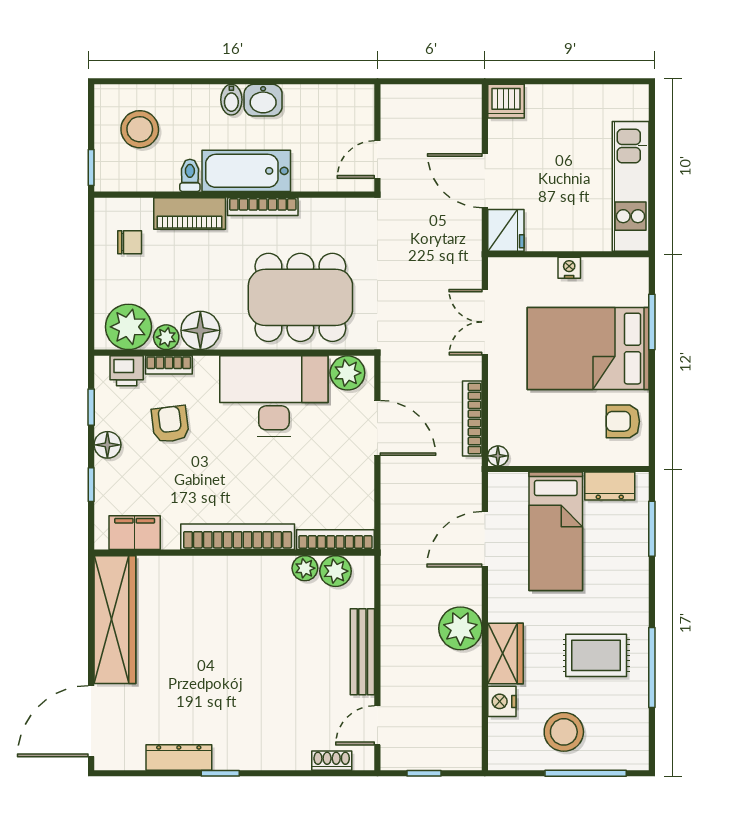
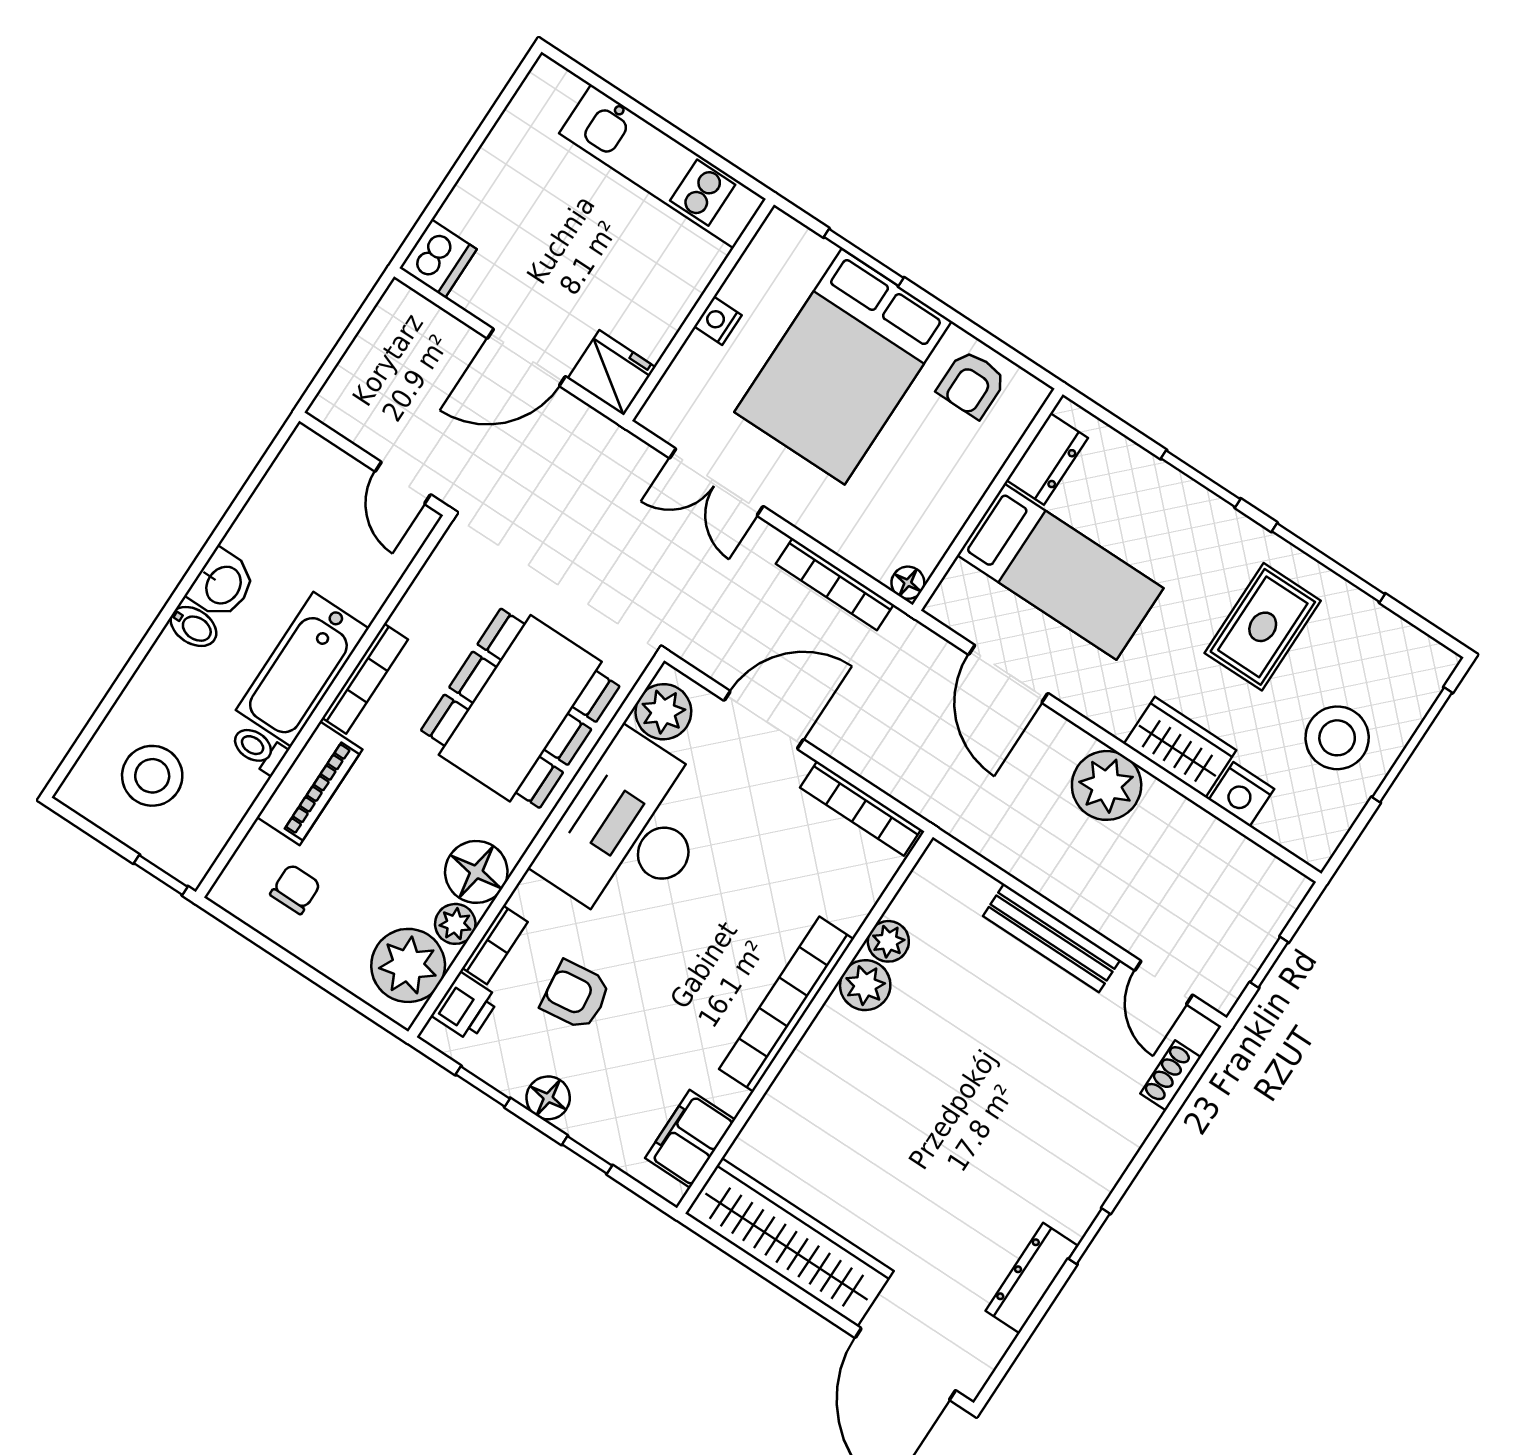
window: (652, 529) -> (1201, 479), moved
bookcase: (335, 540) -> (861, 808), moved, turned -90
plant: (336, 571) -> (865, 985), moved

